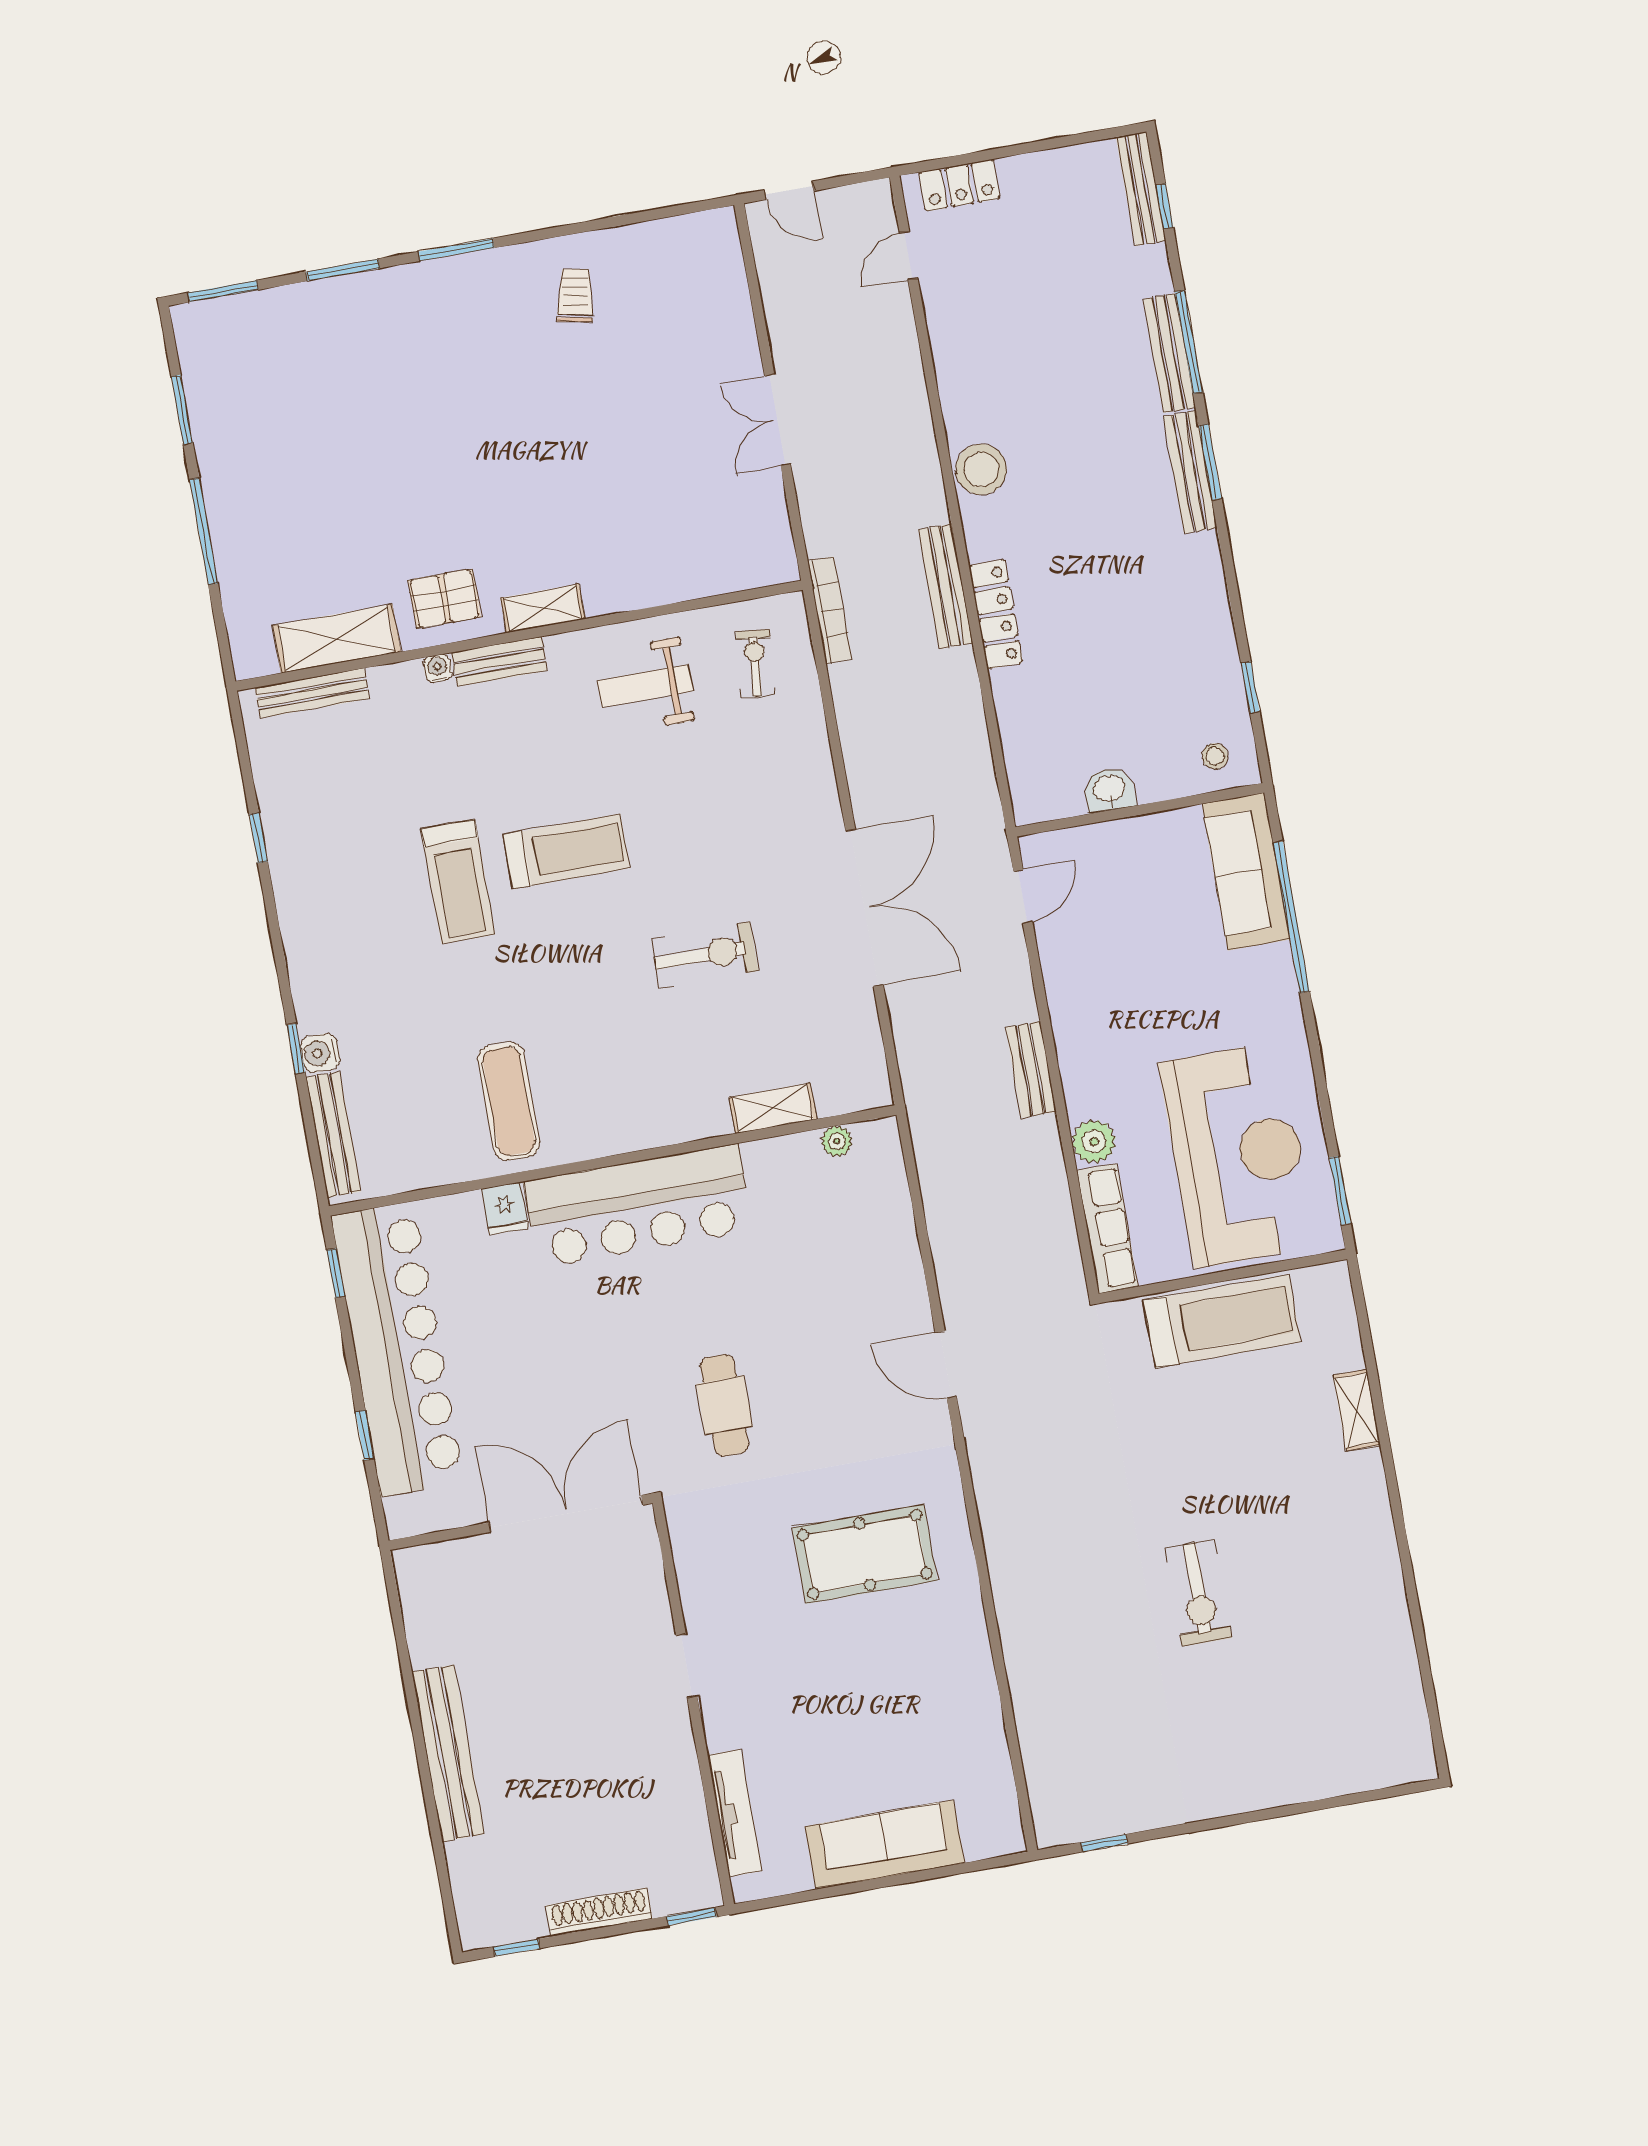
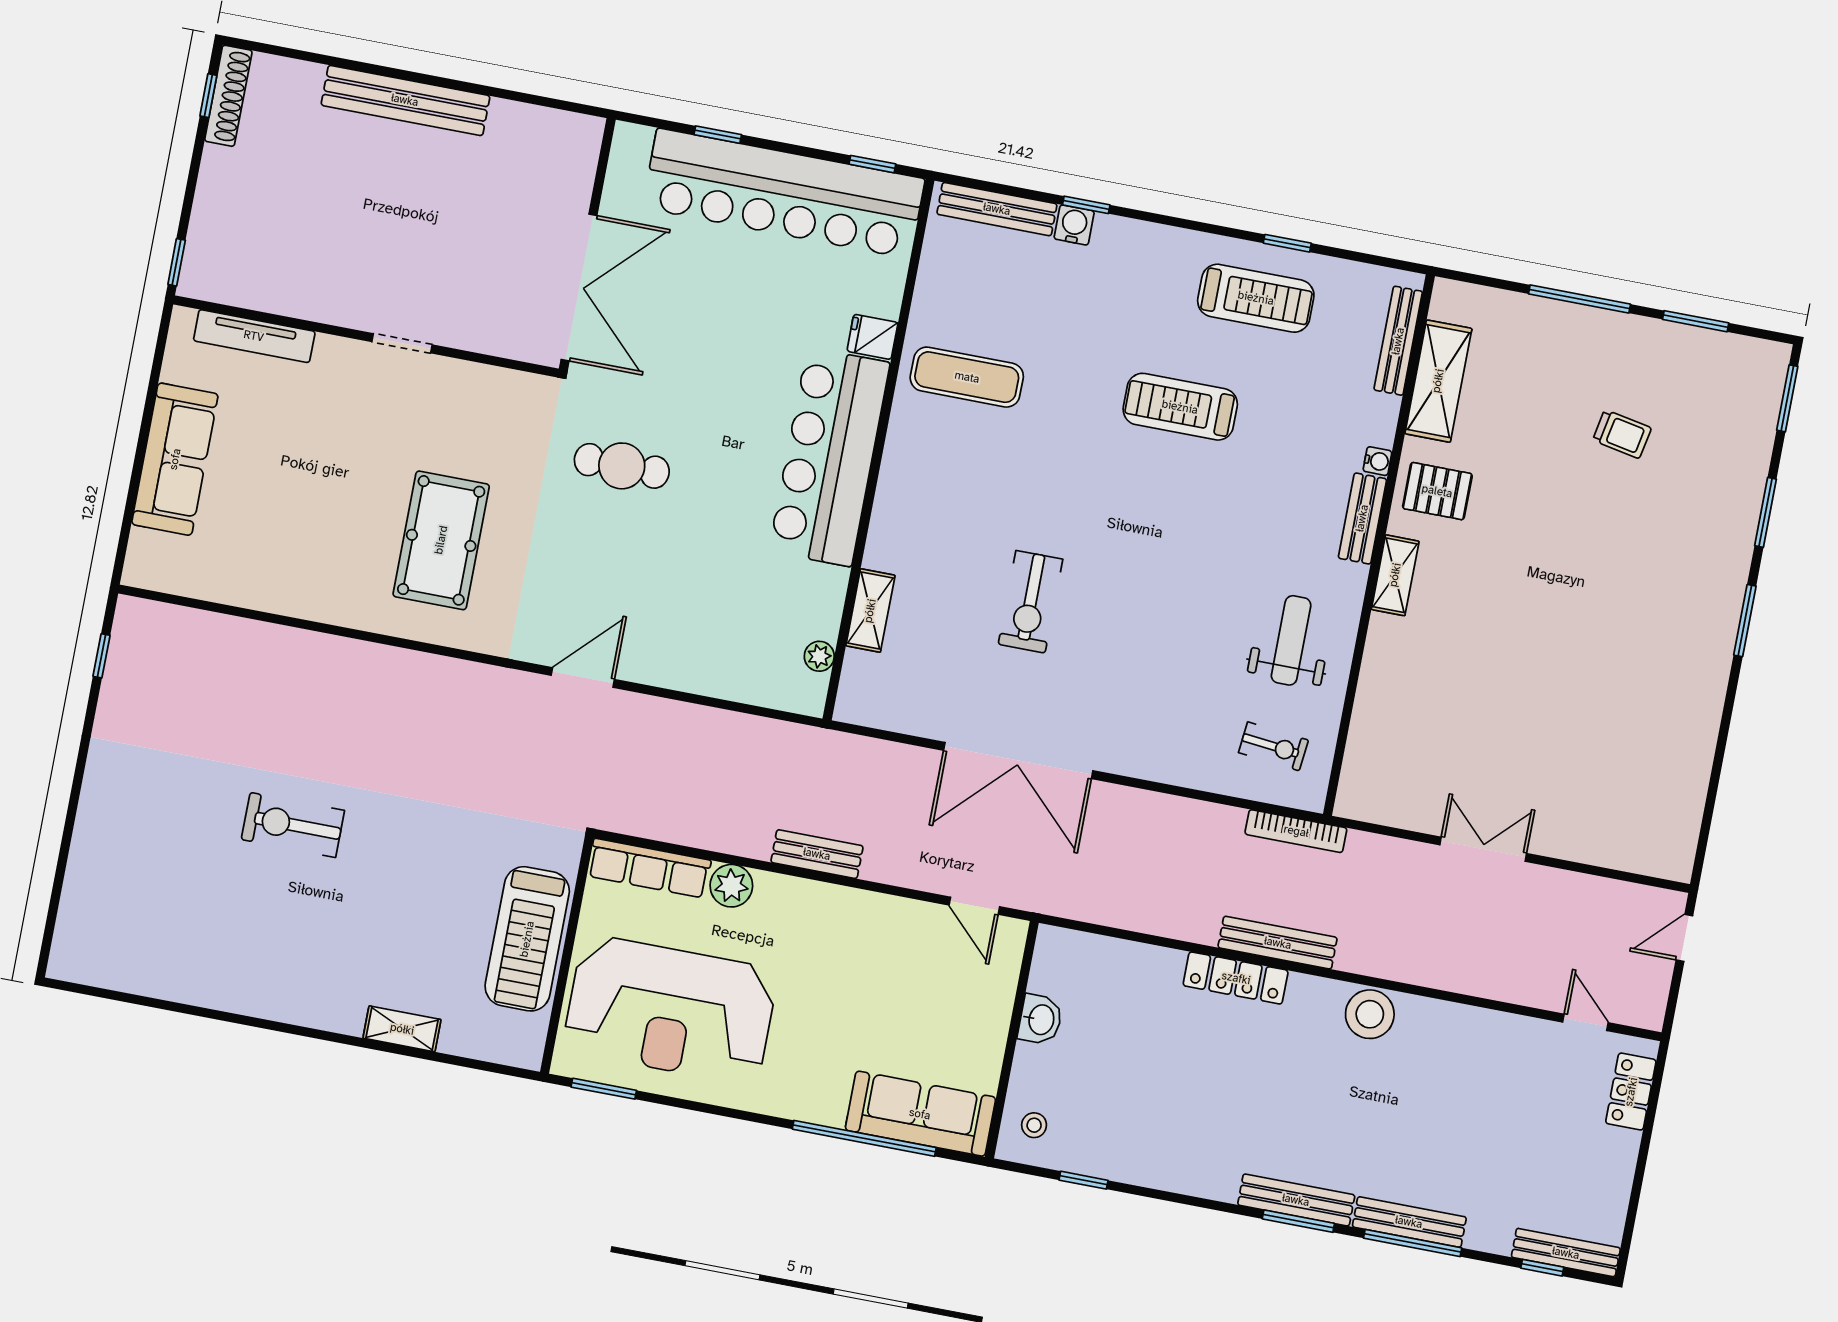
trolley: (575, 295) -> (1622, 434), moved
pallet: (445, 599) -> (1437, 491), turned 90
treadmill: (566, 851) -> (1256, 298), moved, turned -90
shoe rack: (599, 1912) -> (228, 96), moved

